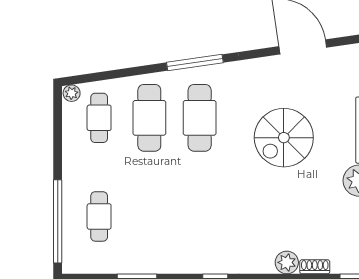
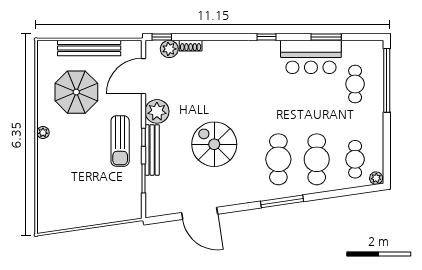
spiral stairs: (284, 138) -> (214, 144), turned -90
bar counter: (157, 252) -> (311, 57), added
plant: (287, 262) -> (169, 49), moved

